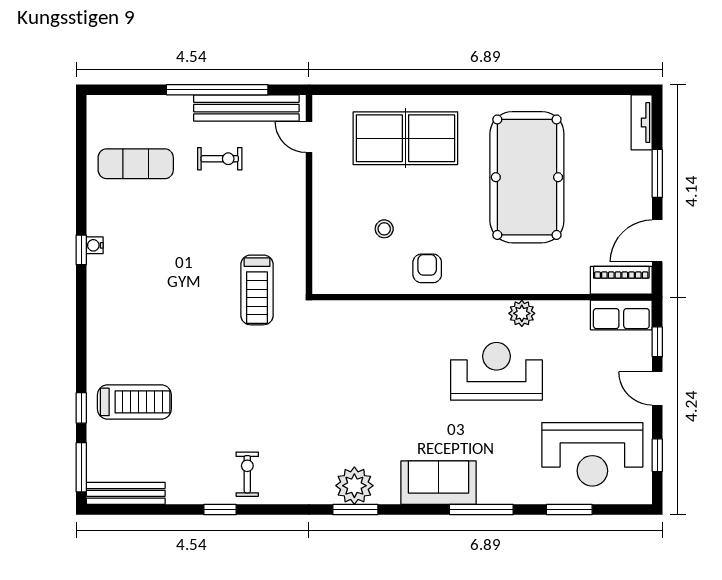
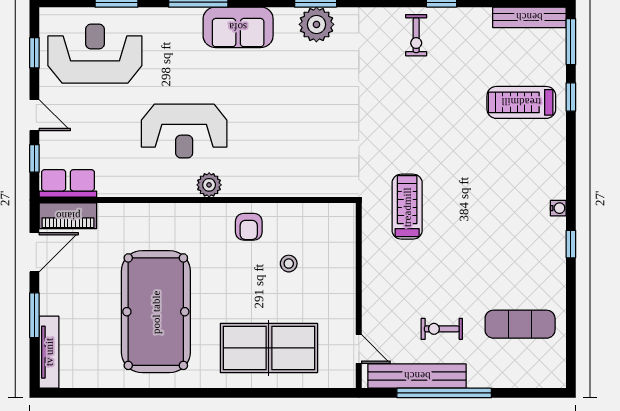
tv unit: (642, 122) -> (49, 352), width x1.41
water cooler: (95, 245) -> (558, 208), moved
plant: (522, 313) -> (209, 185), moved

